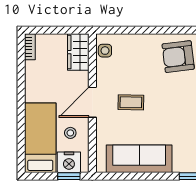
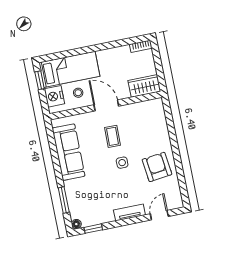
side table: (105, 51) -> (122, 163), moved
window: (69, 176) -> (40, 80), moved

